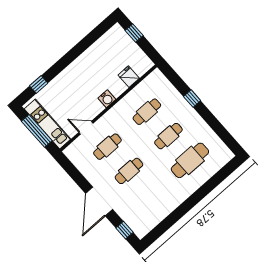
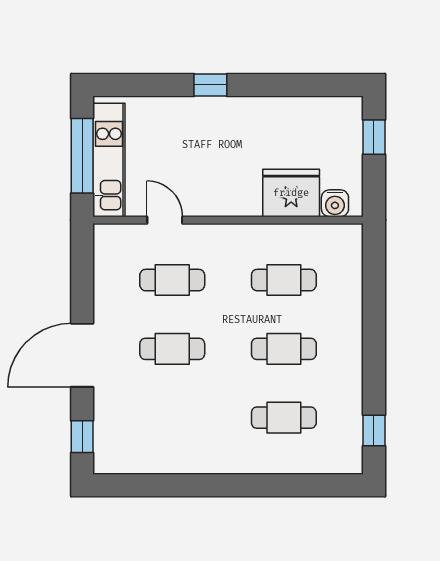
fridge: (129, 77) -> (291, 193), width x1.88, depth x1.34
window: (39, 85) -> (210, 85), moved
water cooler: (107, 99) -> (335, 203), moved
window: (192, 99) -> (374, 430), moved
cafe table: (190, 160) -> (284, 418), width x0.73, depth x0.74

